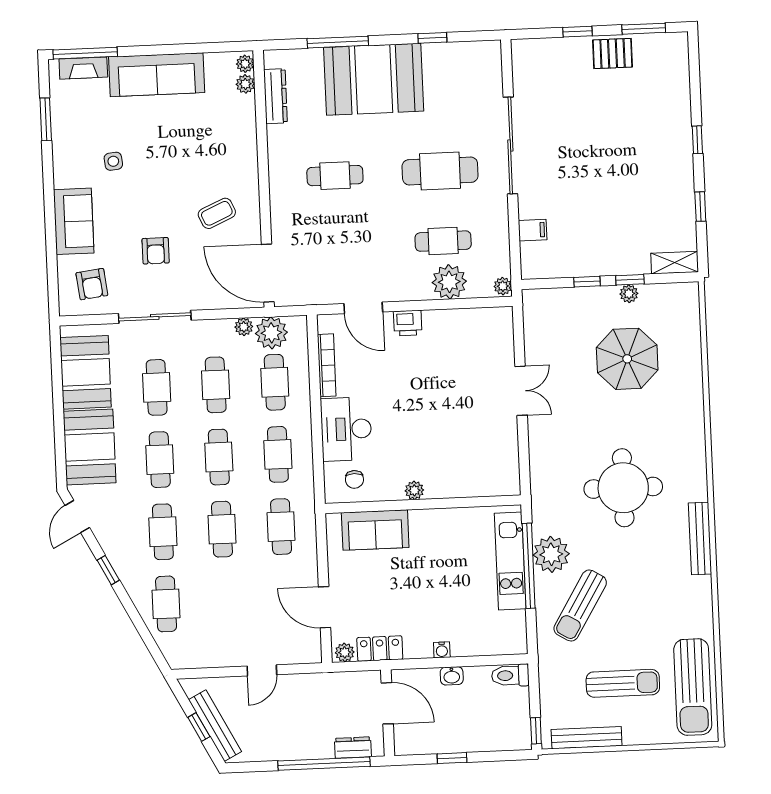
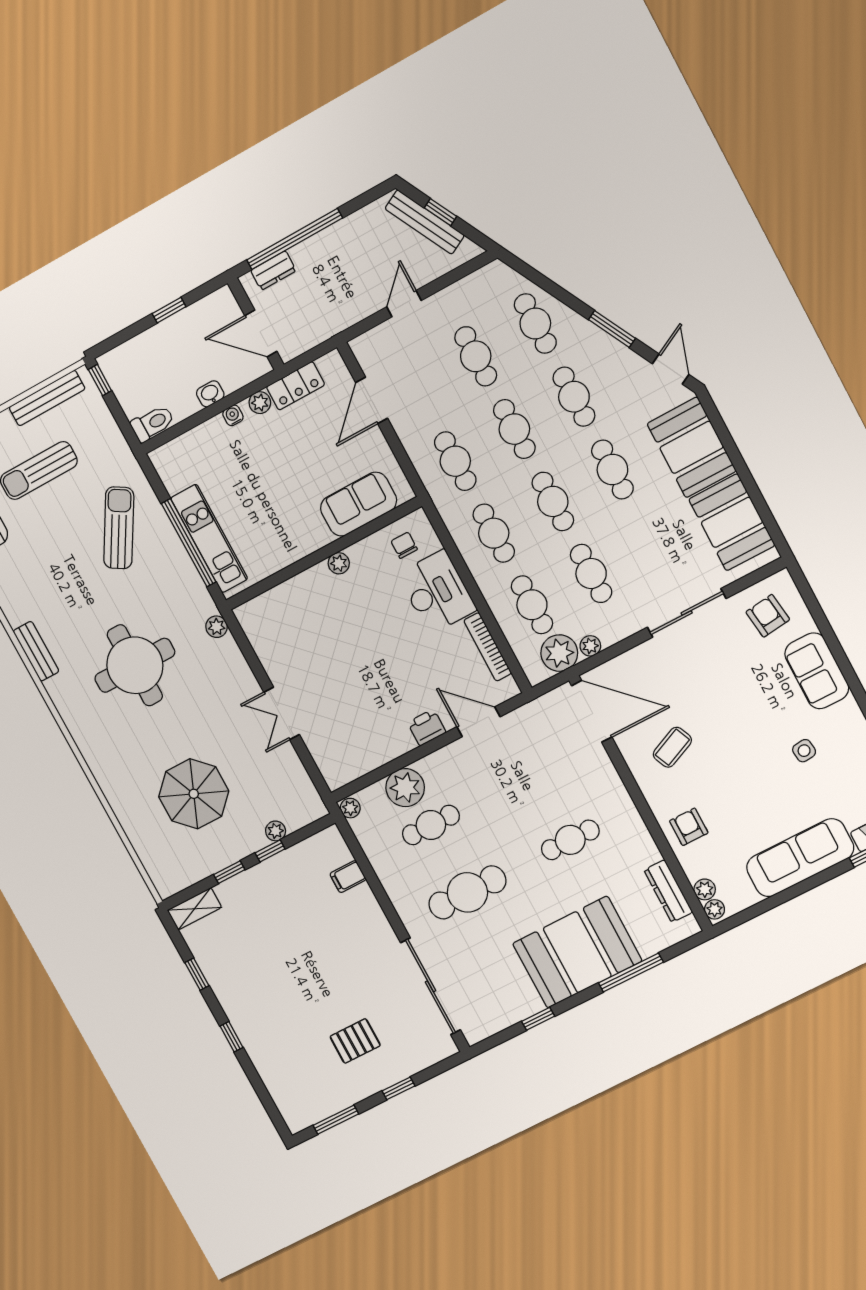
pallet: (613, 53) -> (355, 1041), moved
sliding door: (510, 145) -> (430, 986), moved
armchair: (156, 251) -> (689, 827), moved
plant: (629, 294) -> (276, 831), moved
cafe table: (157, 387) -> (476, 356), moved
bench: (700, 539) -> (36, 651), width x0.73
plant: (551, 554) -> (217, 627), moved, width x0.53, depth x0.53
window: (108, 570) -> (612, 329), width x1.50
door: (325, 607) -> (372, 400), swing flipped
plant: (345, 652) -> (260, 403), moved

